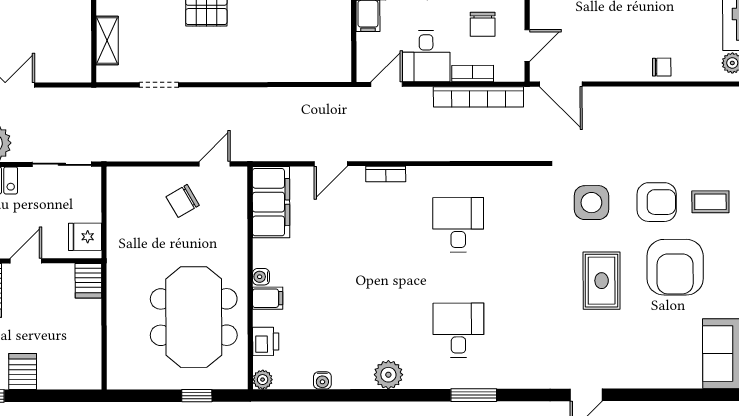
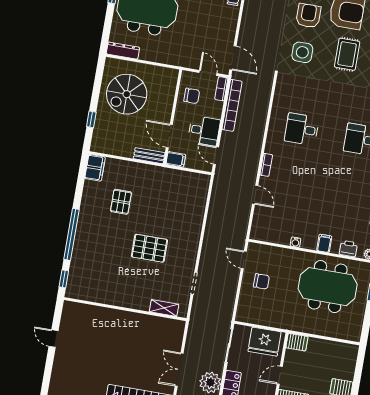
bookcase: (473, 74) -> (221, 89), moved
door: (561, 84) -> (233, 58), hinge flipped
chair: (183, 201) -> (261, 281), turned -60
filing cabinet: (271, 202) -> (271, 232), removed
fridge: (85, 237) -> (265, 342), width x1.88, depth x1.34
door: (26, 261) -> (280, 375), hinge flipped
water cooler: (261, 277) -> (296, 242), moved
rug: (602, 281) -> (347, 54), turned 90

